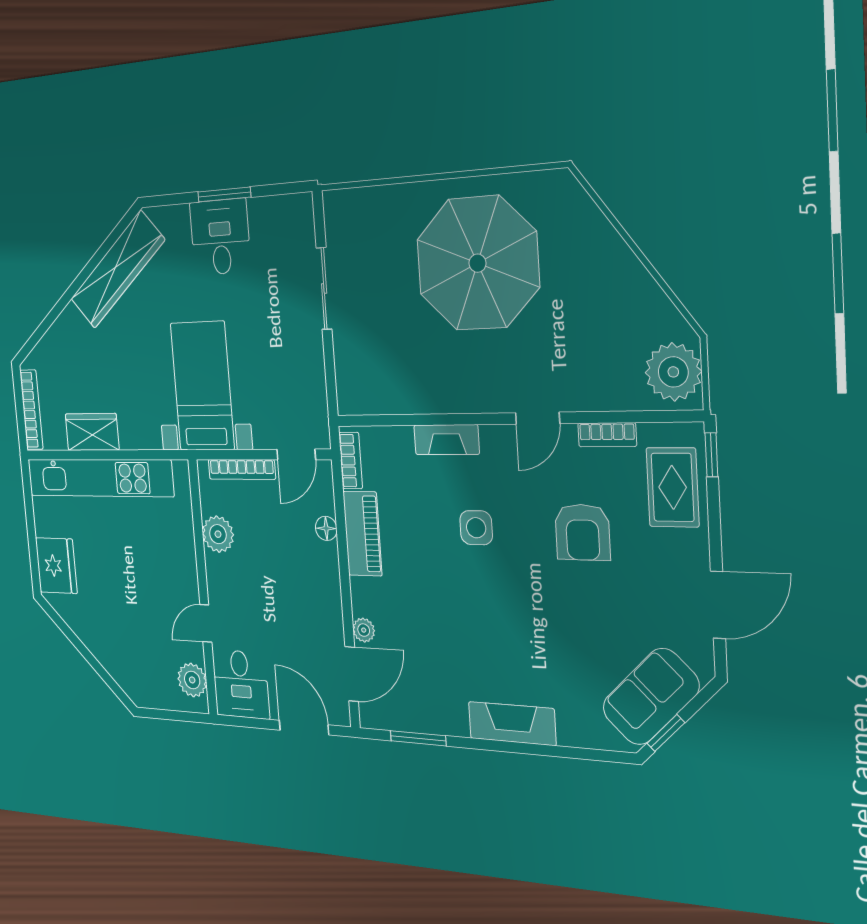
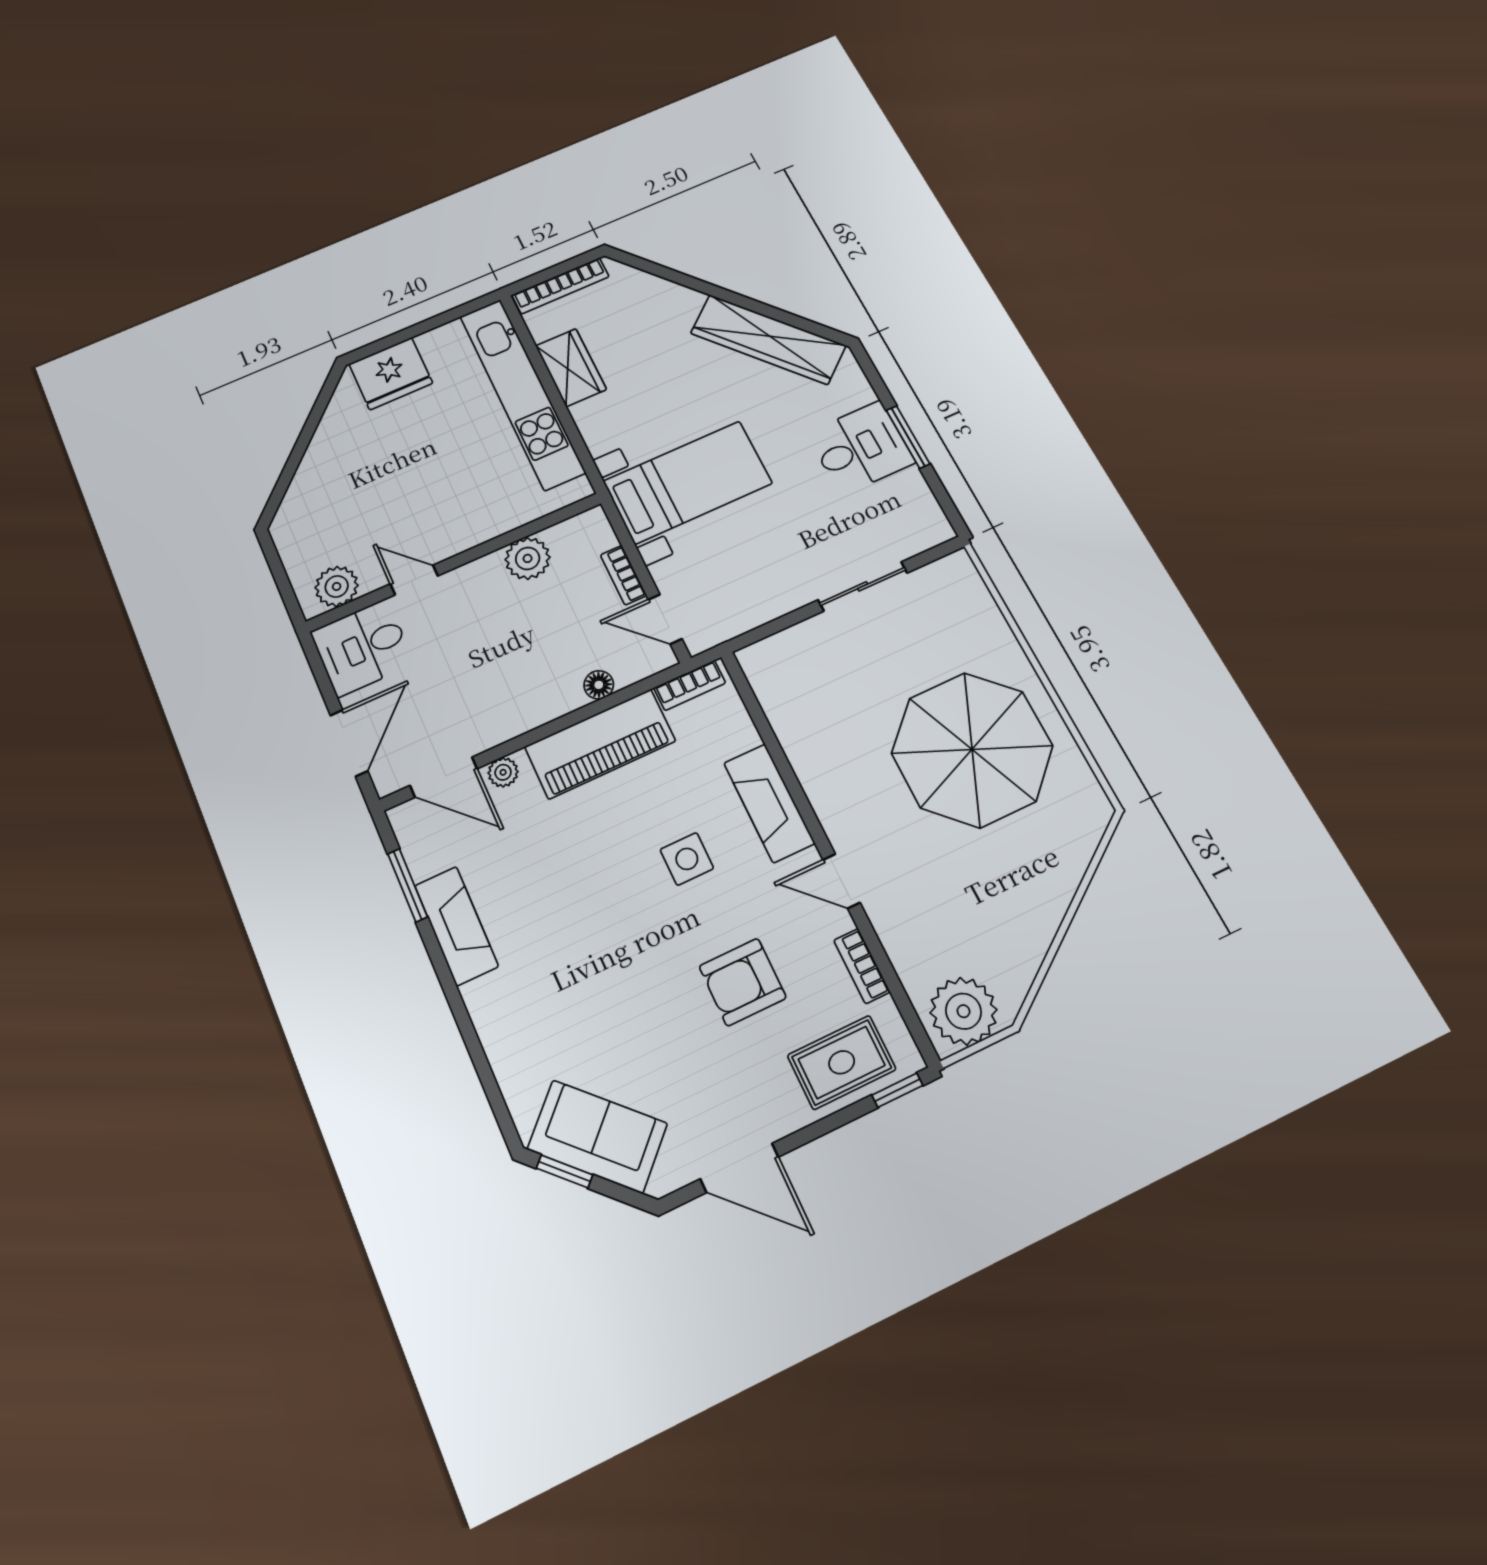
fireplace: (446, 440) -> (769, 803), width x1.37, depth x1.32
bookcase: (242, 469) -> (623, 575), width x0.64
piano: (362, 534) -> (600, 744), width x1.37, depth x1.33
fireplace: (512, 724) -> (456, 926), moved

